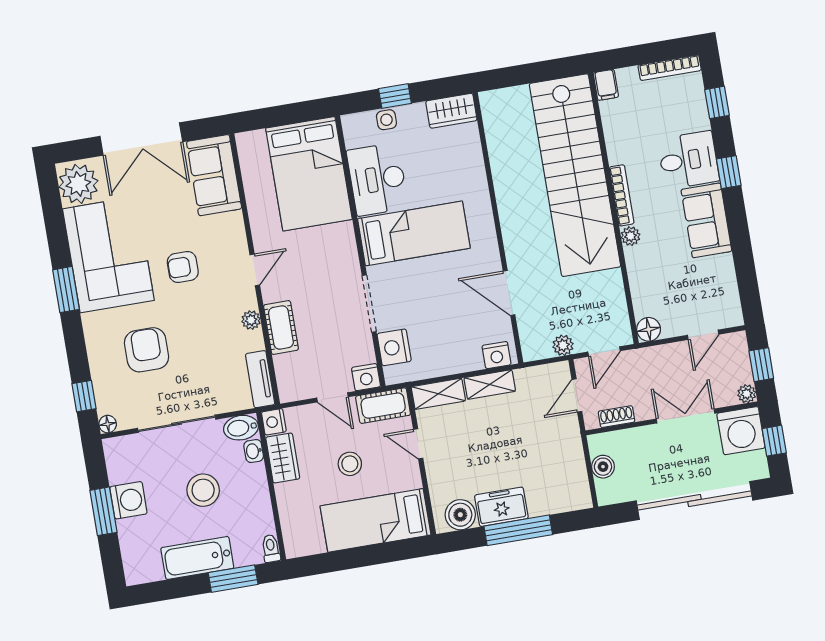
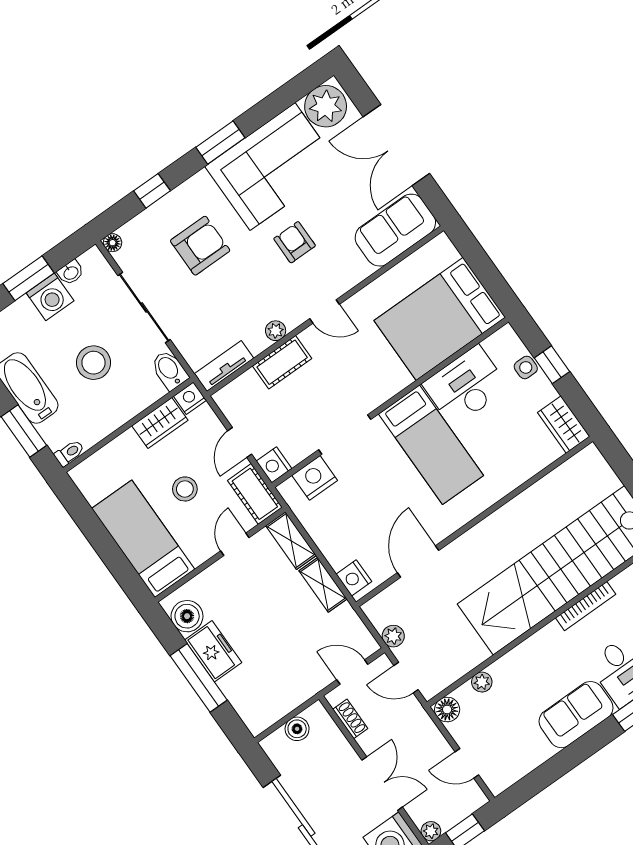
bookcase: (622, 195) -> (586, 606), moved
plant: (631, 236) -> (482, 682), moved
window: (84, 396) -> (152, 191), moved
washbasin: (254, 451) -> (71, 273), moved, turned 180

